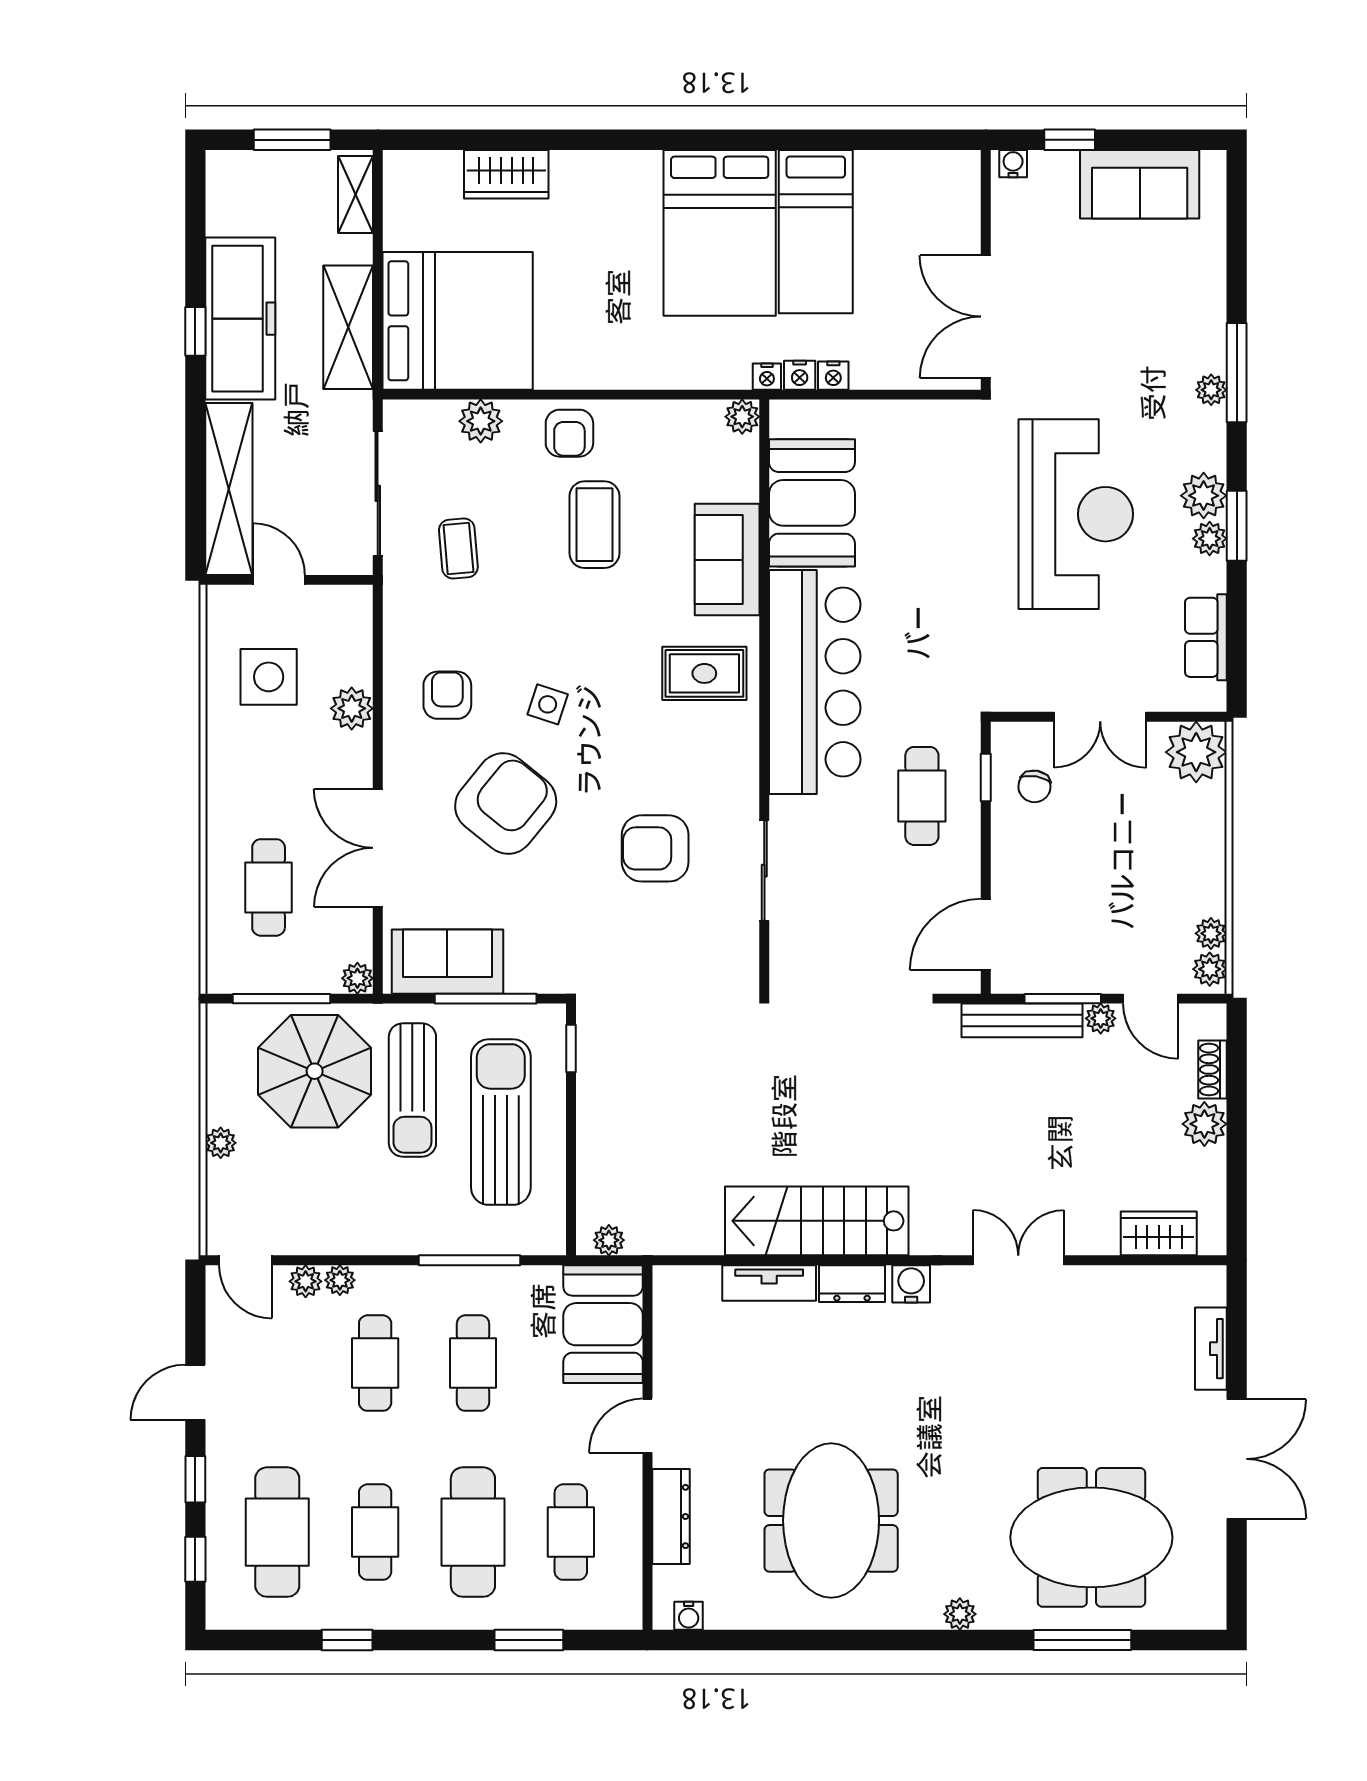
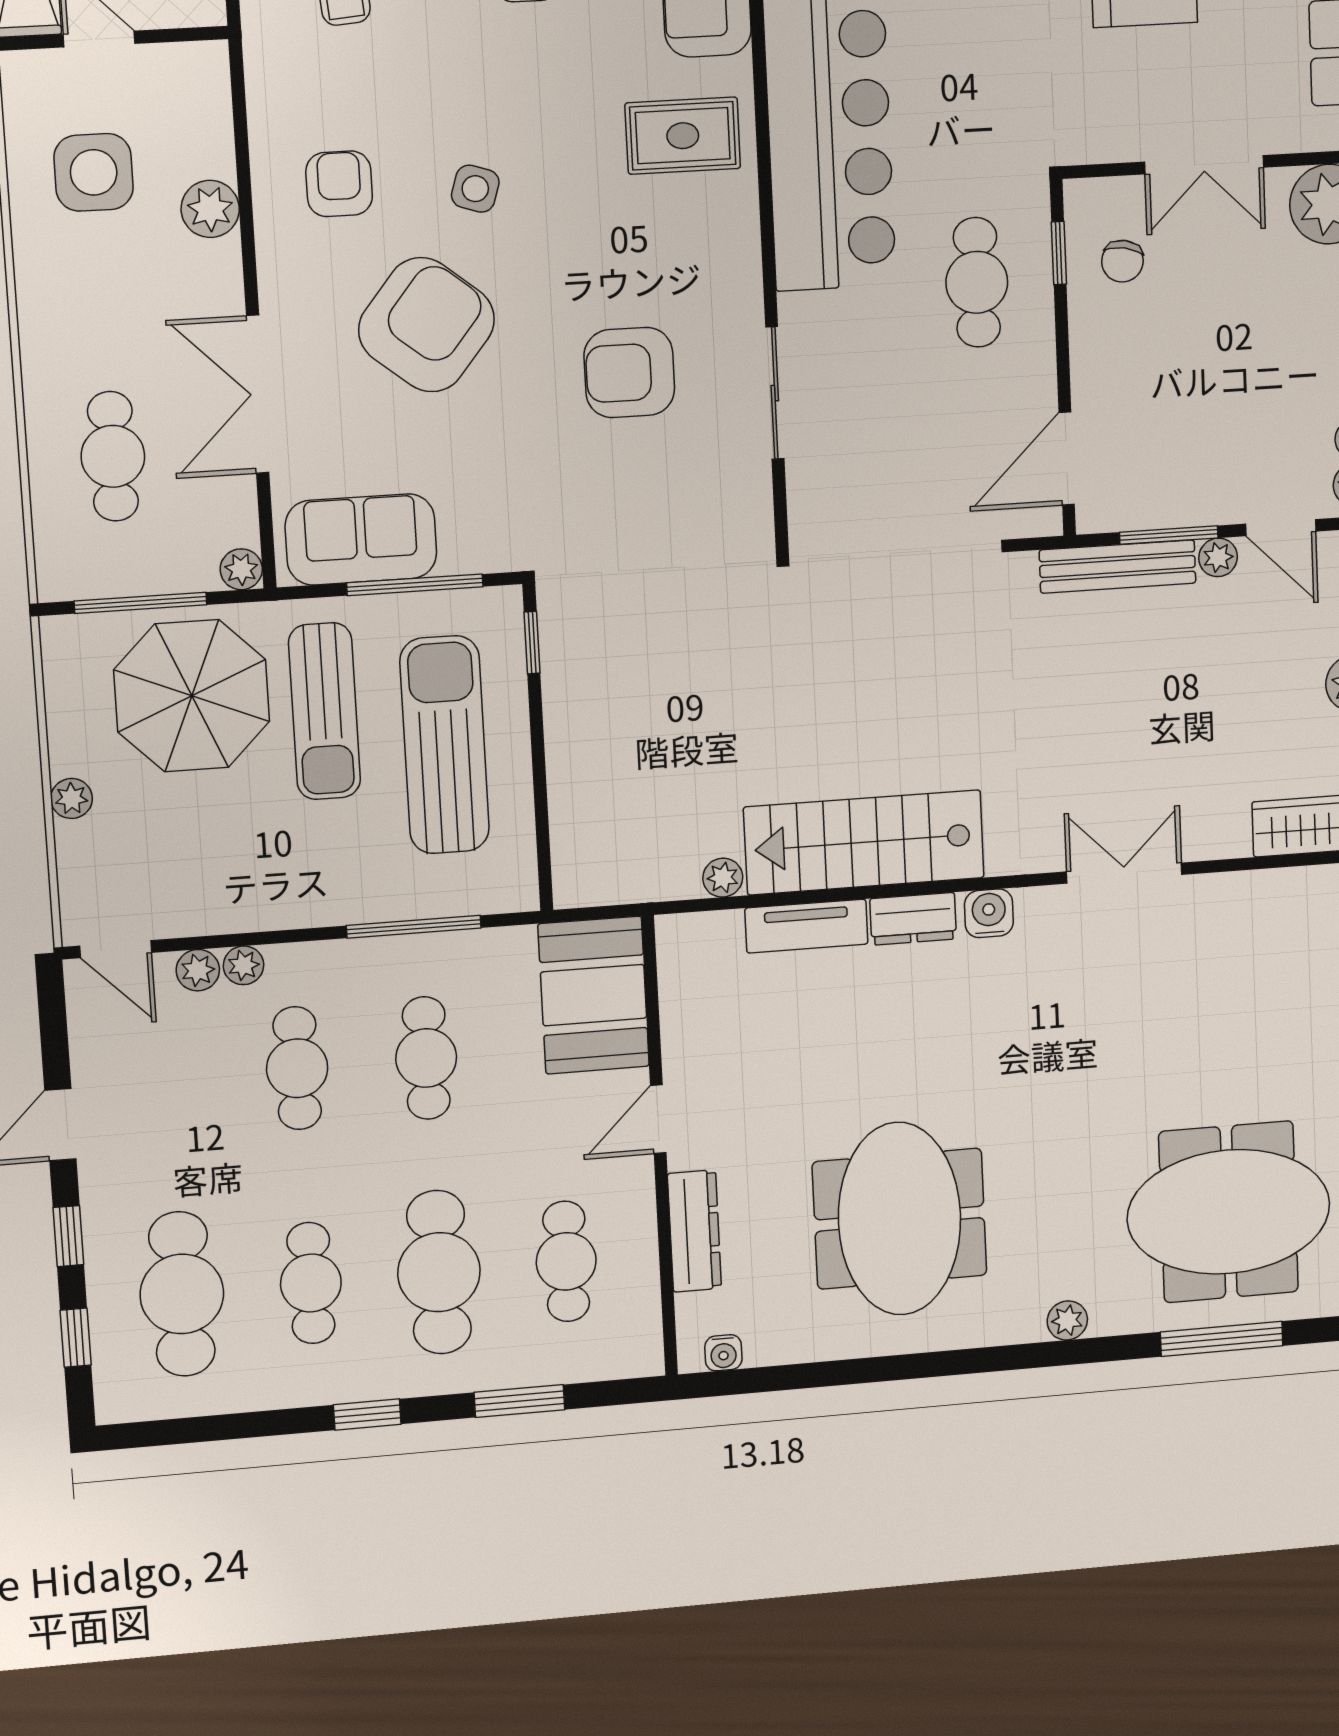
plant: (609, 1240) -> (723, 878), moved
window: (347, 1640) -> (367, 1414), moved

